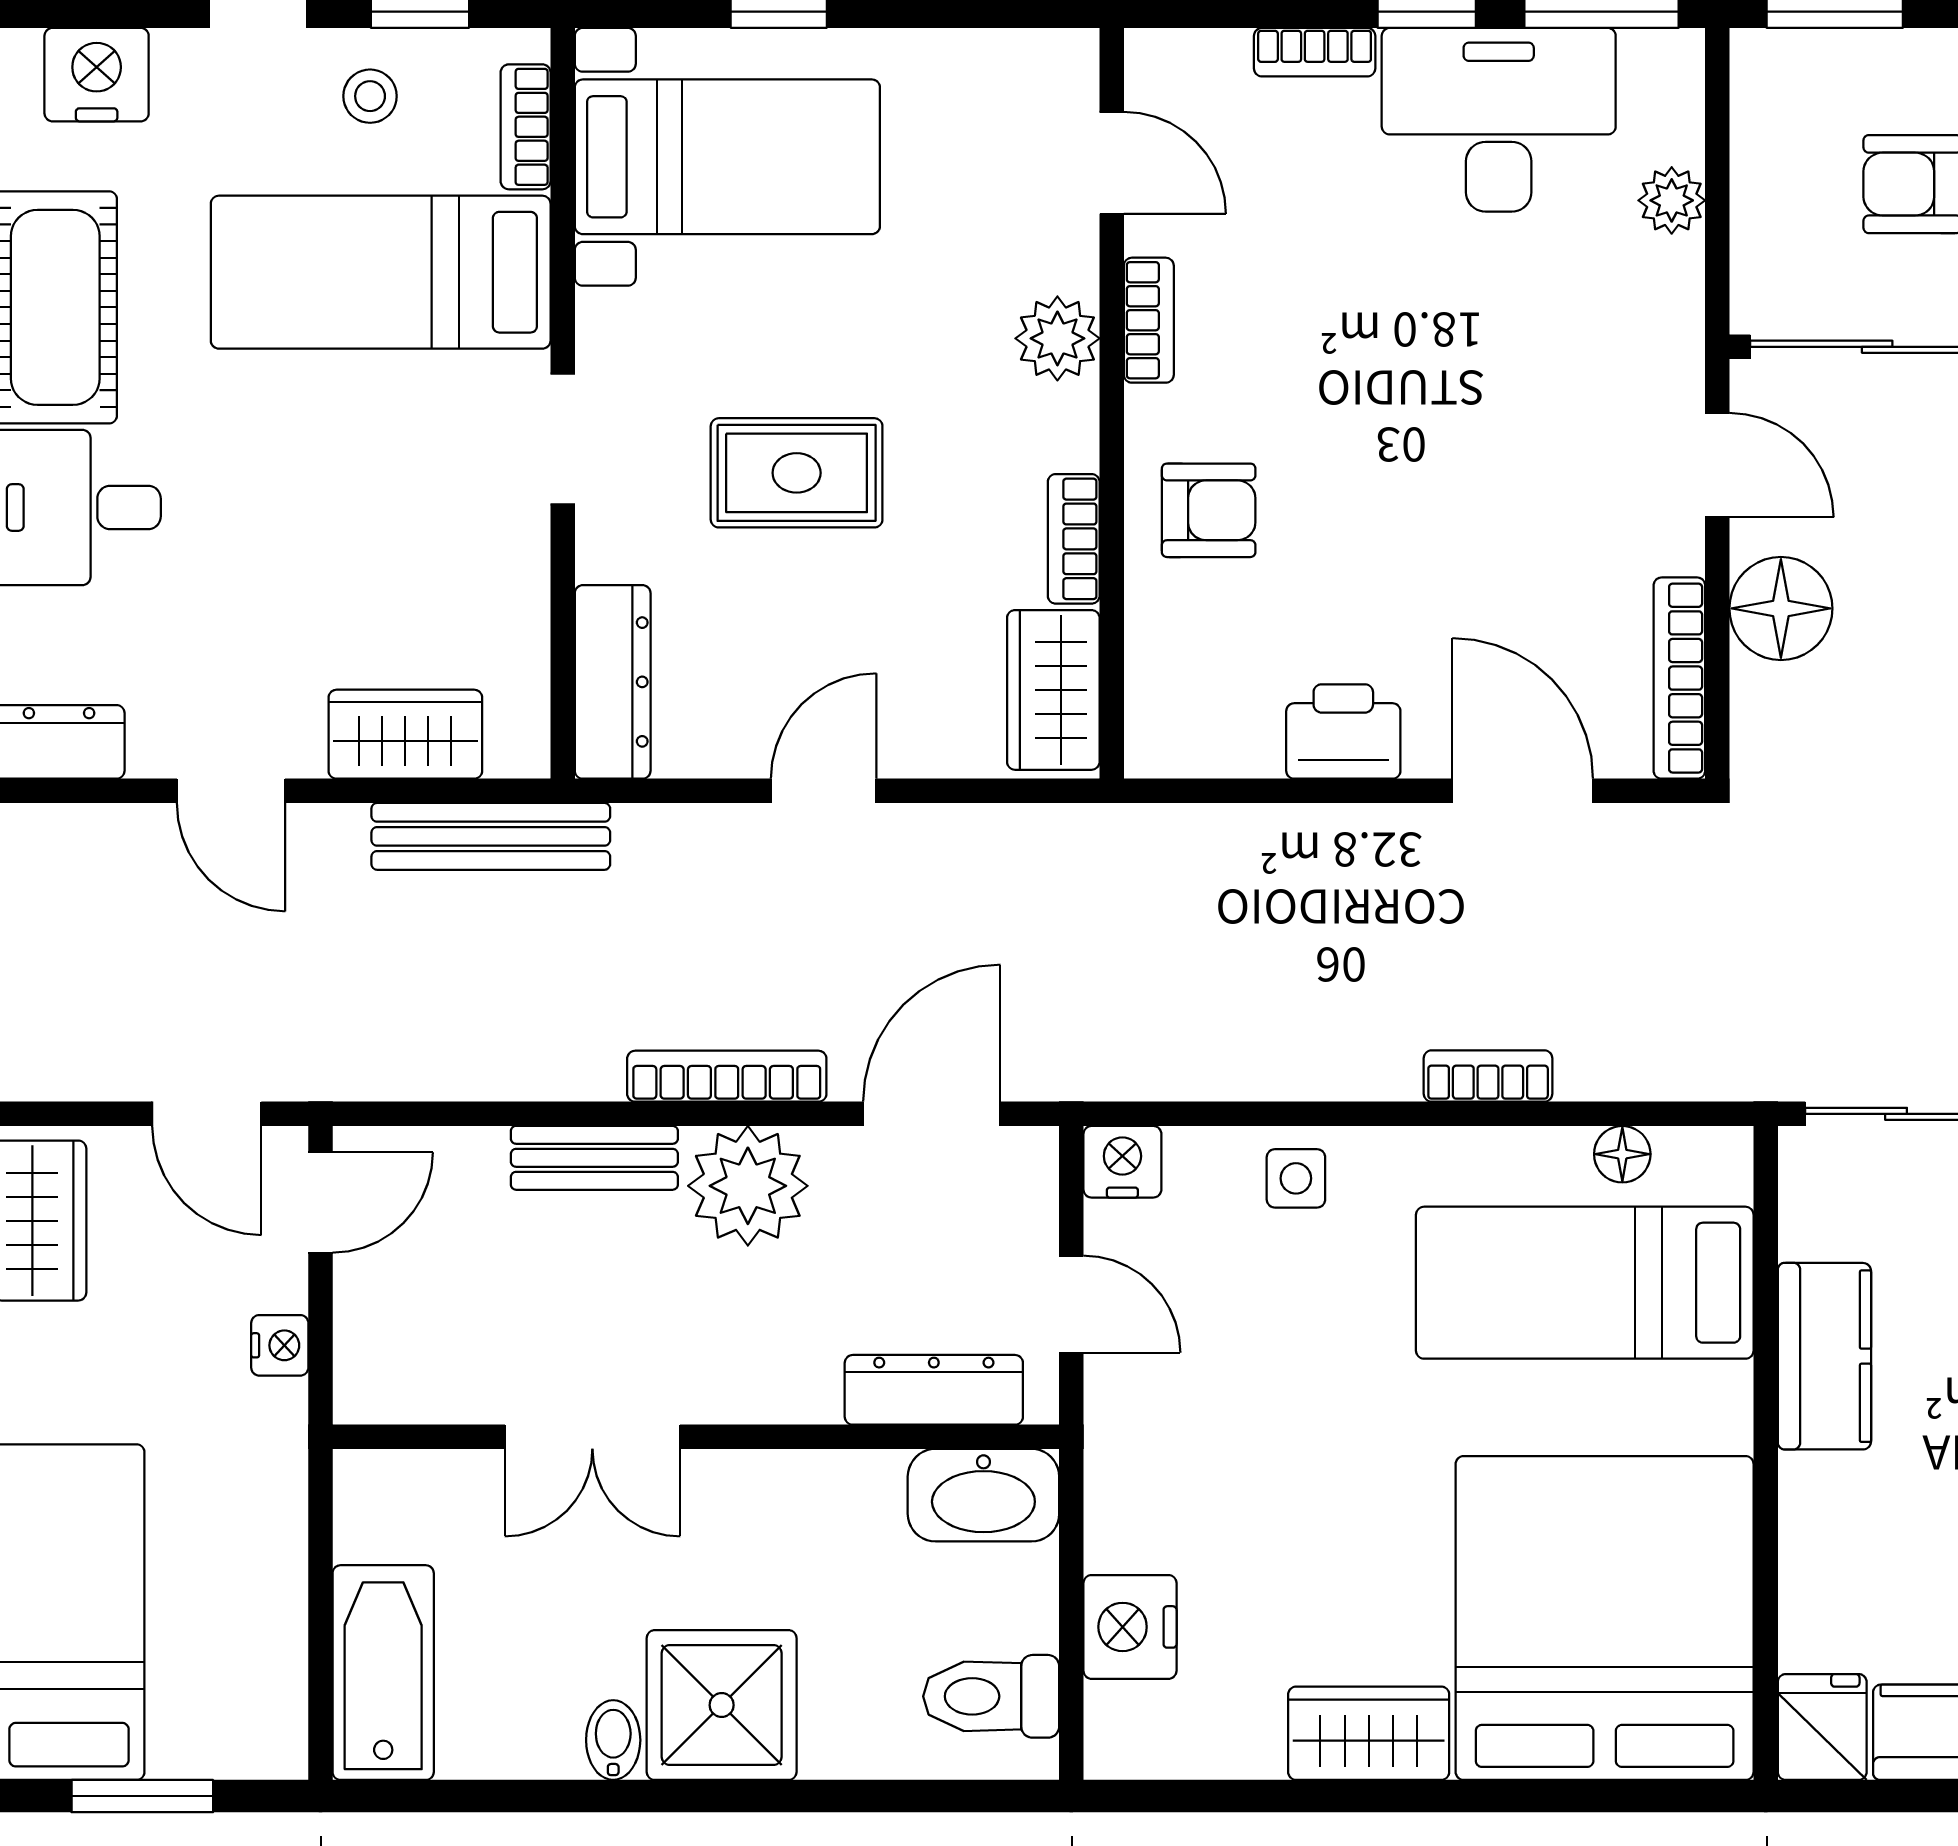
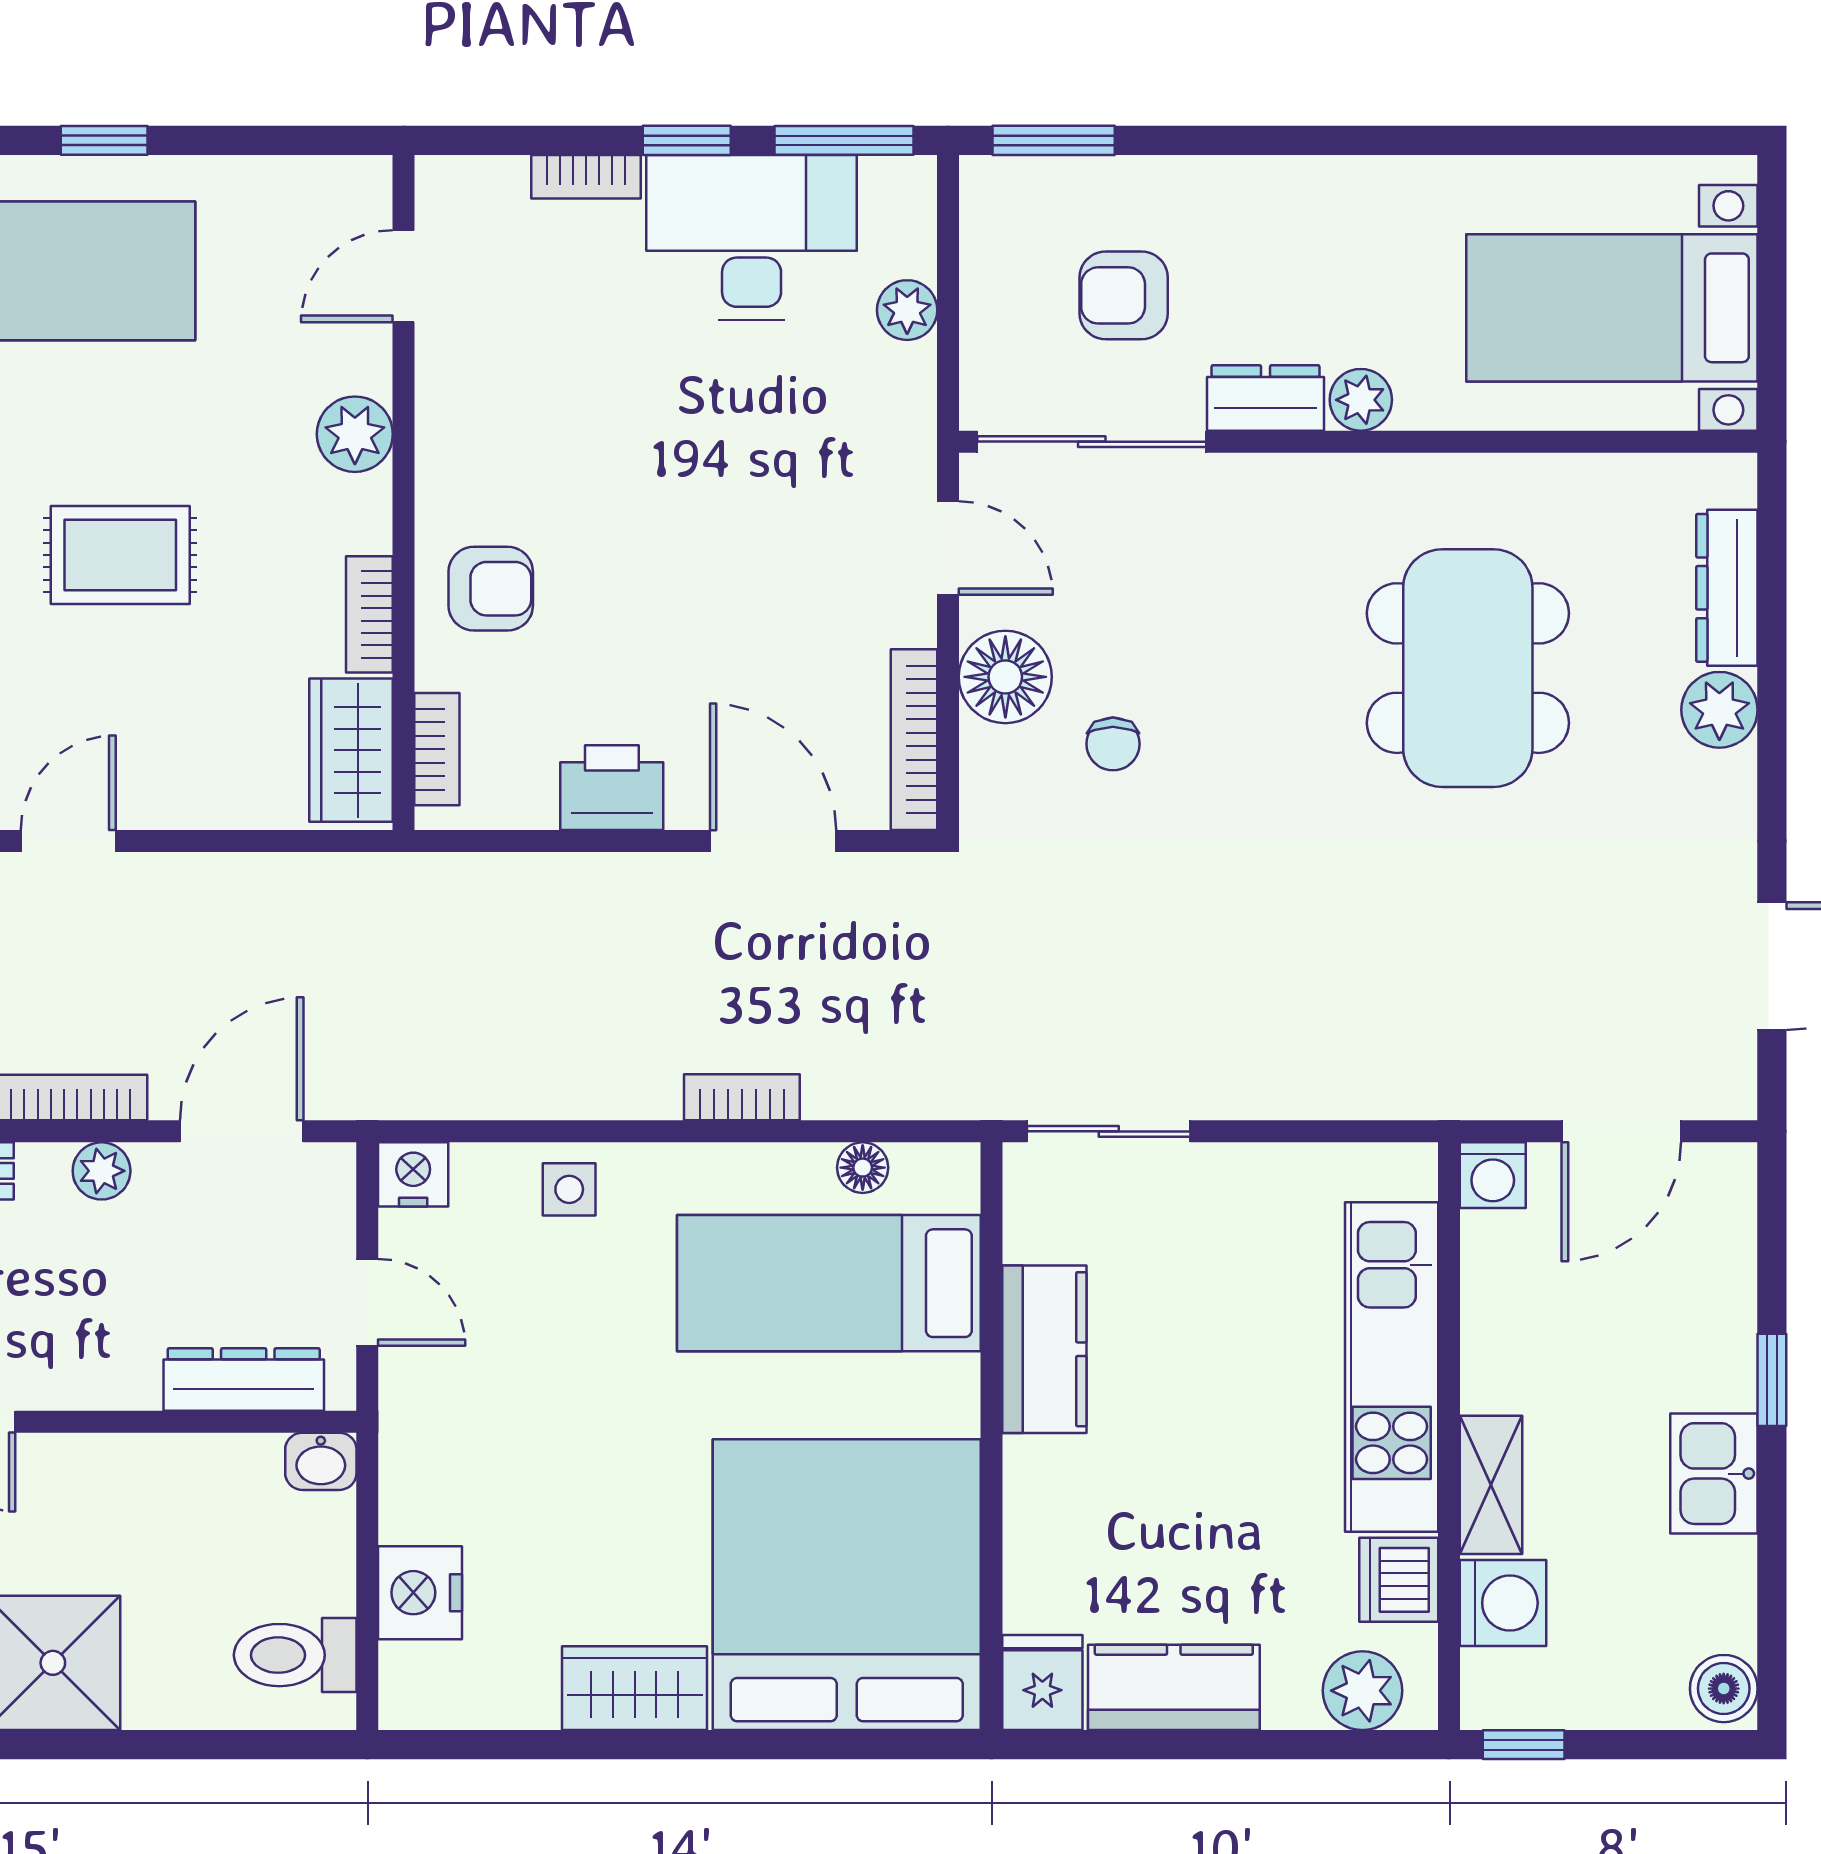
door: (1112, 163) -> (404, 276), swing flipped
bookcase: (1149, 320) -> (437, 749), moved
chair: (1901, 683) -> (1113, 744), added
door: (824, 791) -> (68, 841), moved
plant: (748, 1186) -> (102, 1171), width x0.53, depth x0.53
washbasin: (983, 1495) -> (321, 1461), width x0.52, depth x0.69

